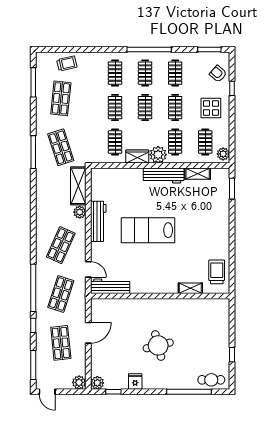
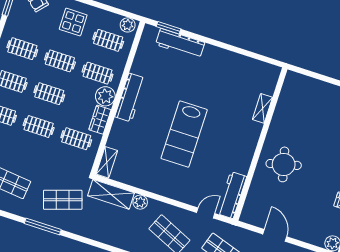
window: (33, 152) -> (43, 226), moved
shelving: (198, 174) -> (107, 162), moved
workbench: (98, 221) -> (180, 44), moved, turned 180
trolley: (217, 272) -> (254, 74), removed
round table: (158, 345) -> (284, 164), moved

